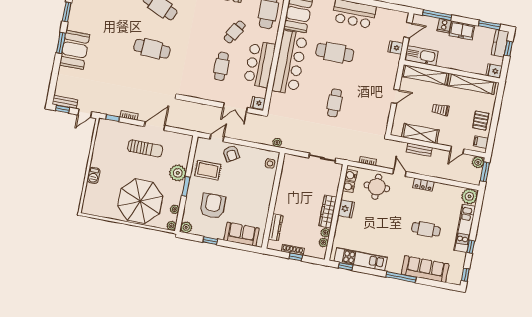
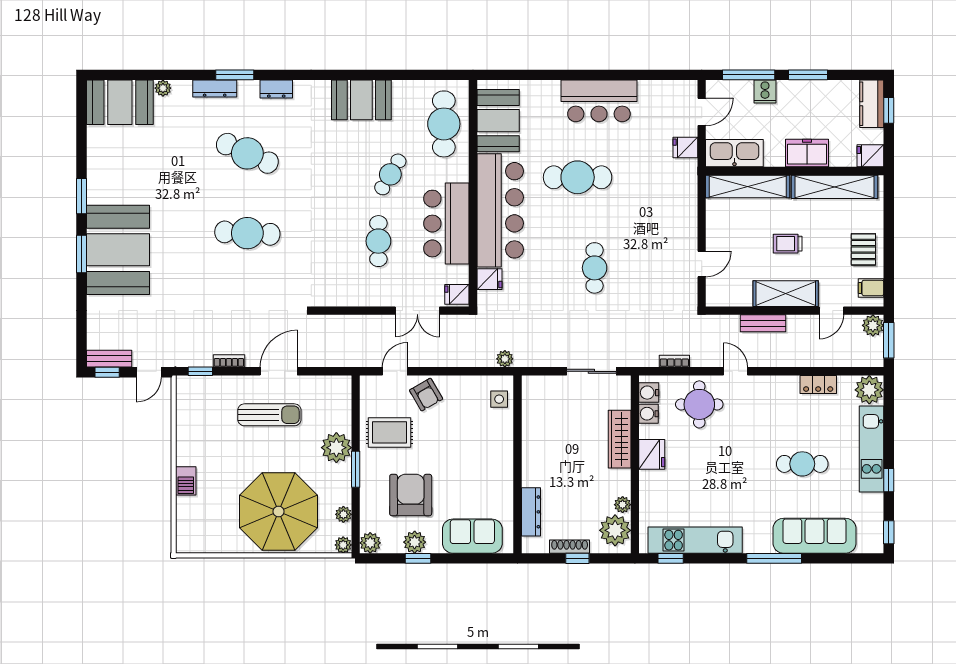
window: (489, 25) -> (808, 75), moved
freezer: (462, 30) -> (807, 153), moved, turned 180
booth: (75, 50) -> (118, 250), width x1.36, depth x1.42
door: (395, 96) -> (702, 264), moved
fridge: (277, 98) -> (490, 279), added
shelving: (420, 134) -> (786, 294), moved
locker: (423, 185) -> (818, 384), moved
wardrobe: (328, 212) -> (620, 439), moved
plant: (210, 232) -> (415, 542), added
plant: (323, 243) -> (615, 530), width x1.87, depth x1.87

